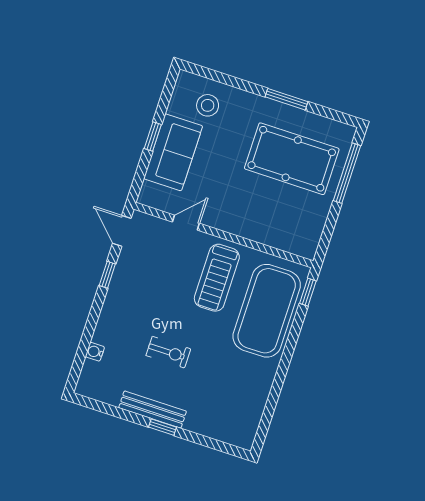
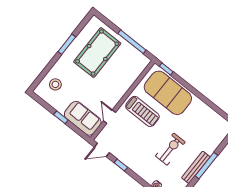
sofa: (173, 152) -> (83, 118), moved
window: (347, 173) -> (132, 42), moved
exercise bike: (168, 352) -> (170, 149), width x1.38, depth x1.39
window: (163, 427) -> (206, 166), width x2.17

